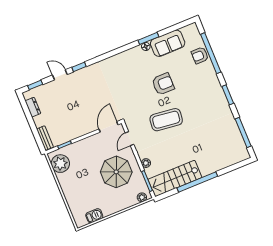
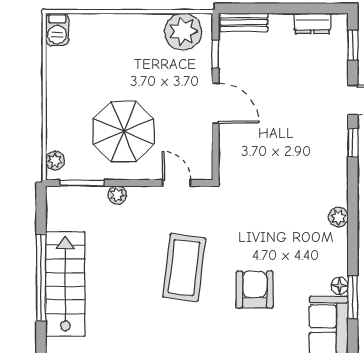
plant: (115, 60) -> (338, 217), added
armchair: (163, 84) -> (255, 289), turned 180
door: (109, 127) -> (216, 103), moved
stairs: (175, 178) -> (65, 284), moved
barbecue: (94, 216) -> (57, 29), moved

